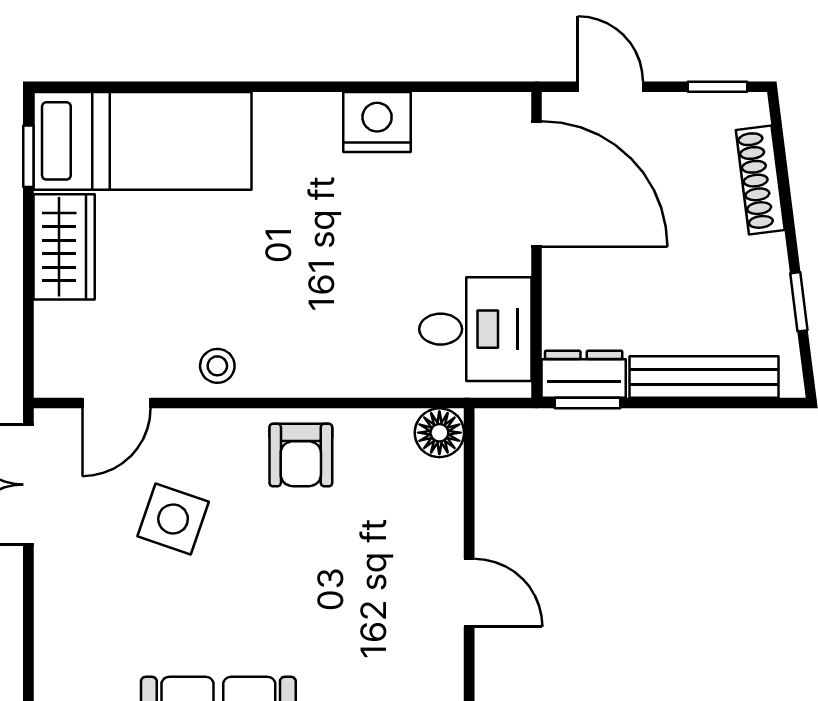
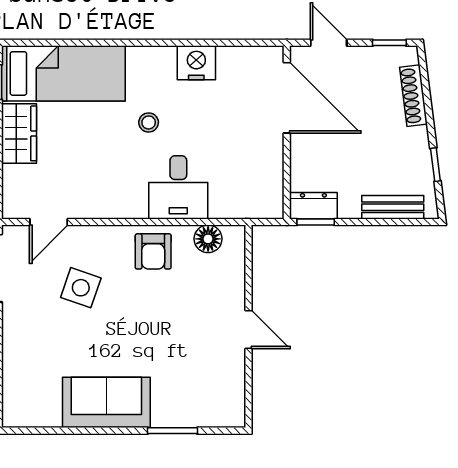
desk: (475, 329) -> (178, 187), moved, turned 90
stool: (217, 366) -> (149, 122), moved
bench: (704, 377) -> (393, 207), width x0.73
floor lamp: (439, 433) -> (208, 239), moved

